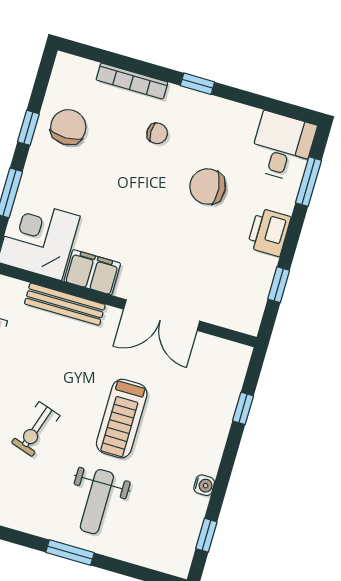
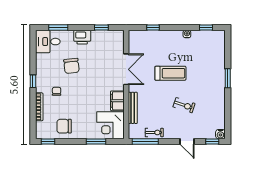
window: (28, 128) -> (48, 141), moved
weight bench: (97, 502) -> (205, 74), removed

